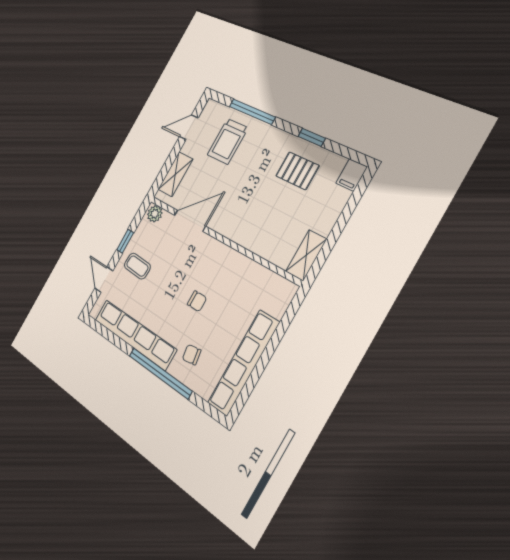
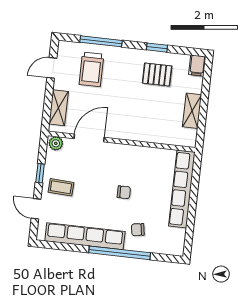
shelving: (306, 255) -> (192, 111), moved
row of seats: (244, 363) -> (182, 189), moved

